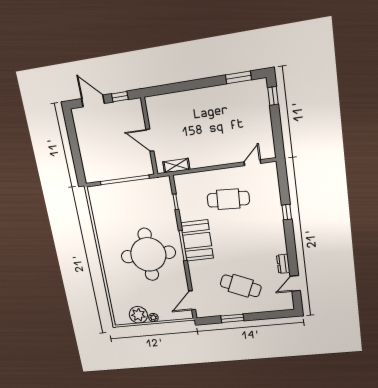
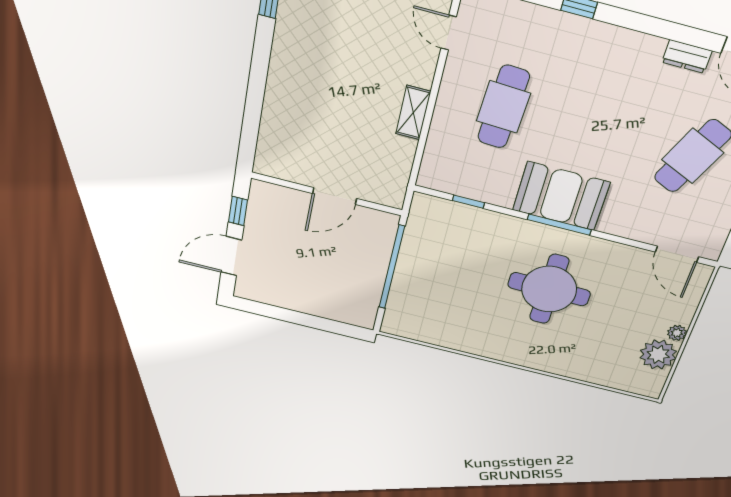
shelving: (176, 166) -> (413, 113), moved
round table: (148, 254) -> (549, 289), width x0.73, depth x0.73

